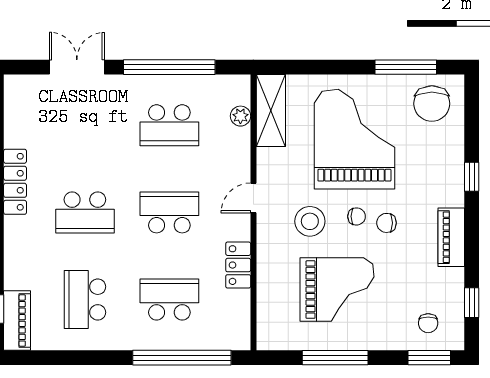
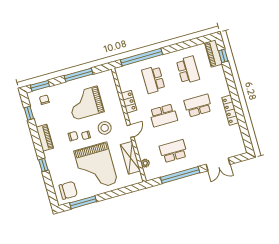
chair: (432, 104) -> (68, 190), turned 90
shelving: (271, 111) -> (130, 158), moved
school desk: (169, 300) -> (153, 80), turned 90

